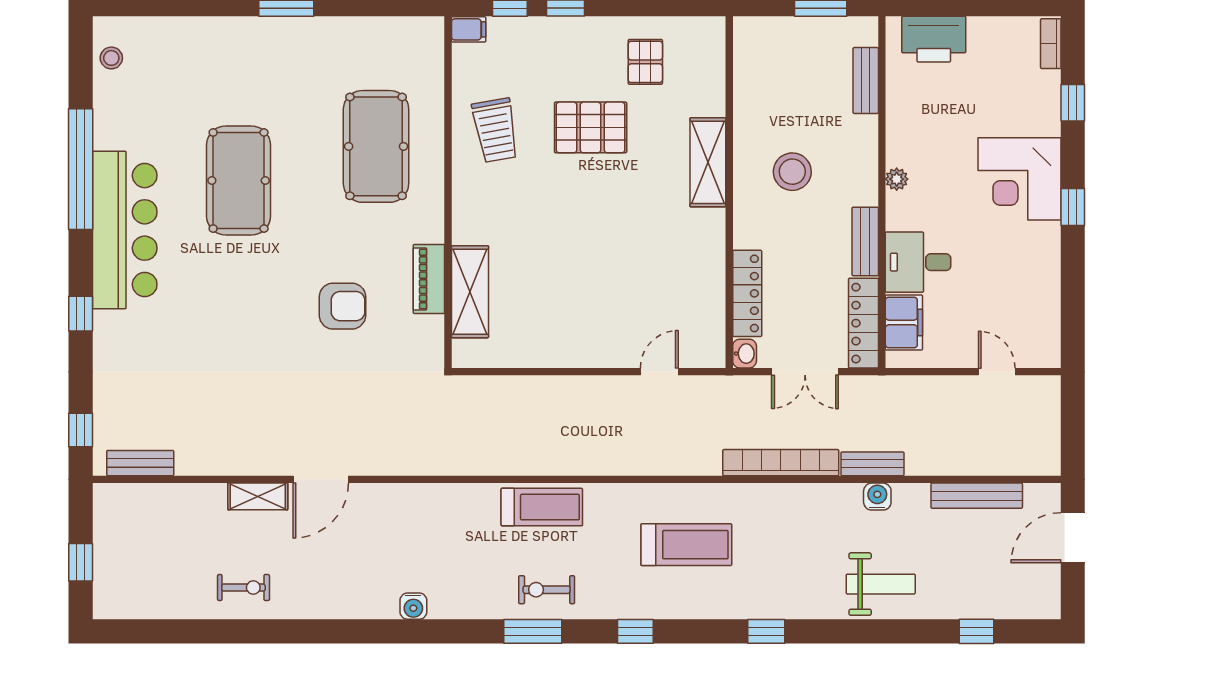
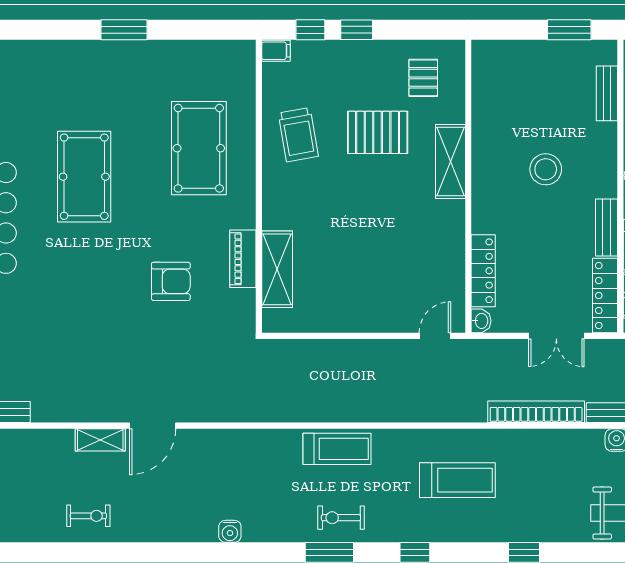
shelving: (708, 162) -> (450, 162), moved
wall: (729, 192) -> (468, 186), moved
locker: (747, 293) -> (483, 271), moved
washbasin: (745, 354) -> (481, 321), moved

